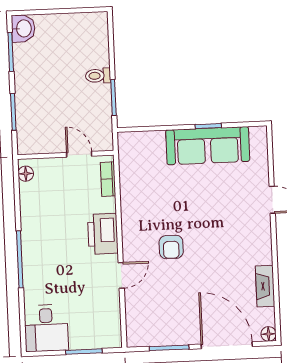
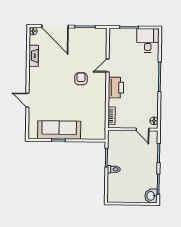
door: (79, 154) -> (143, 129), moved

